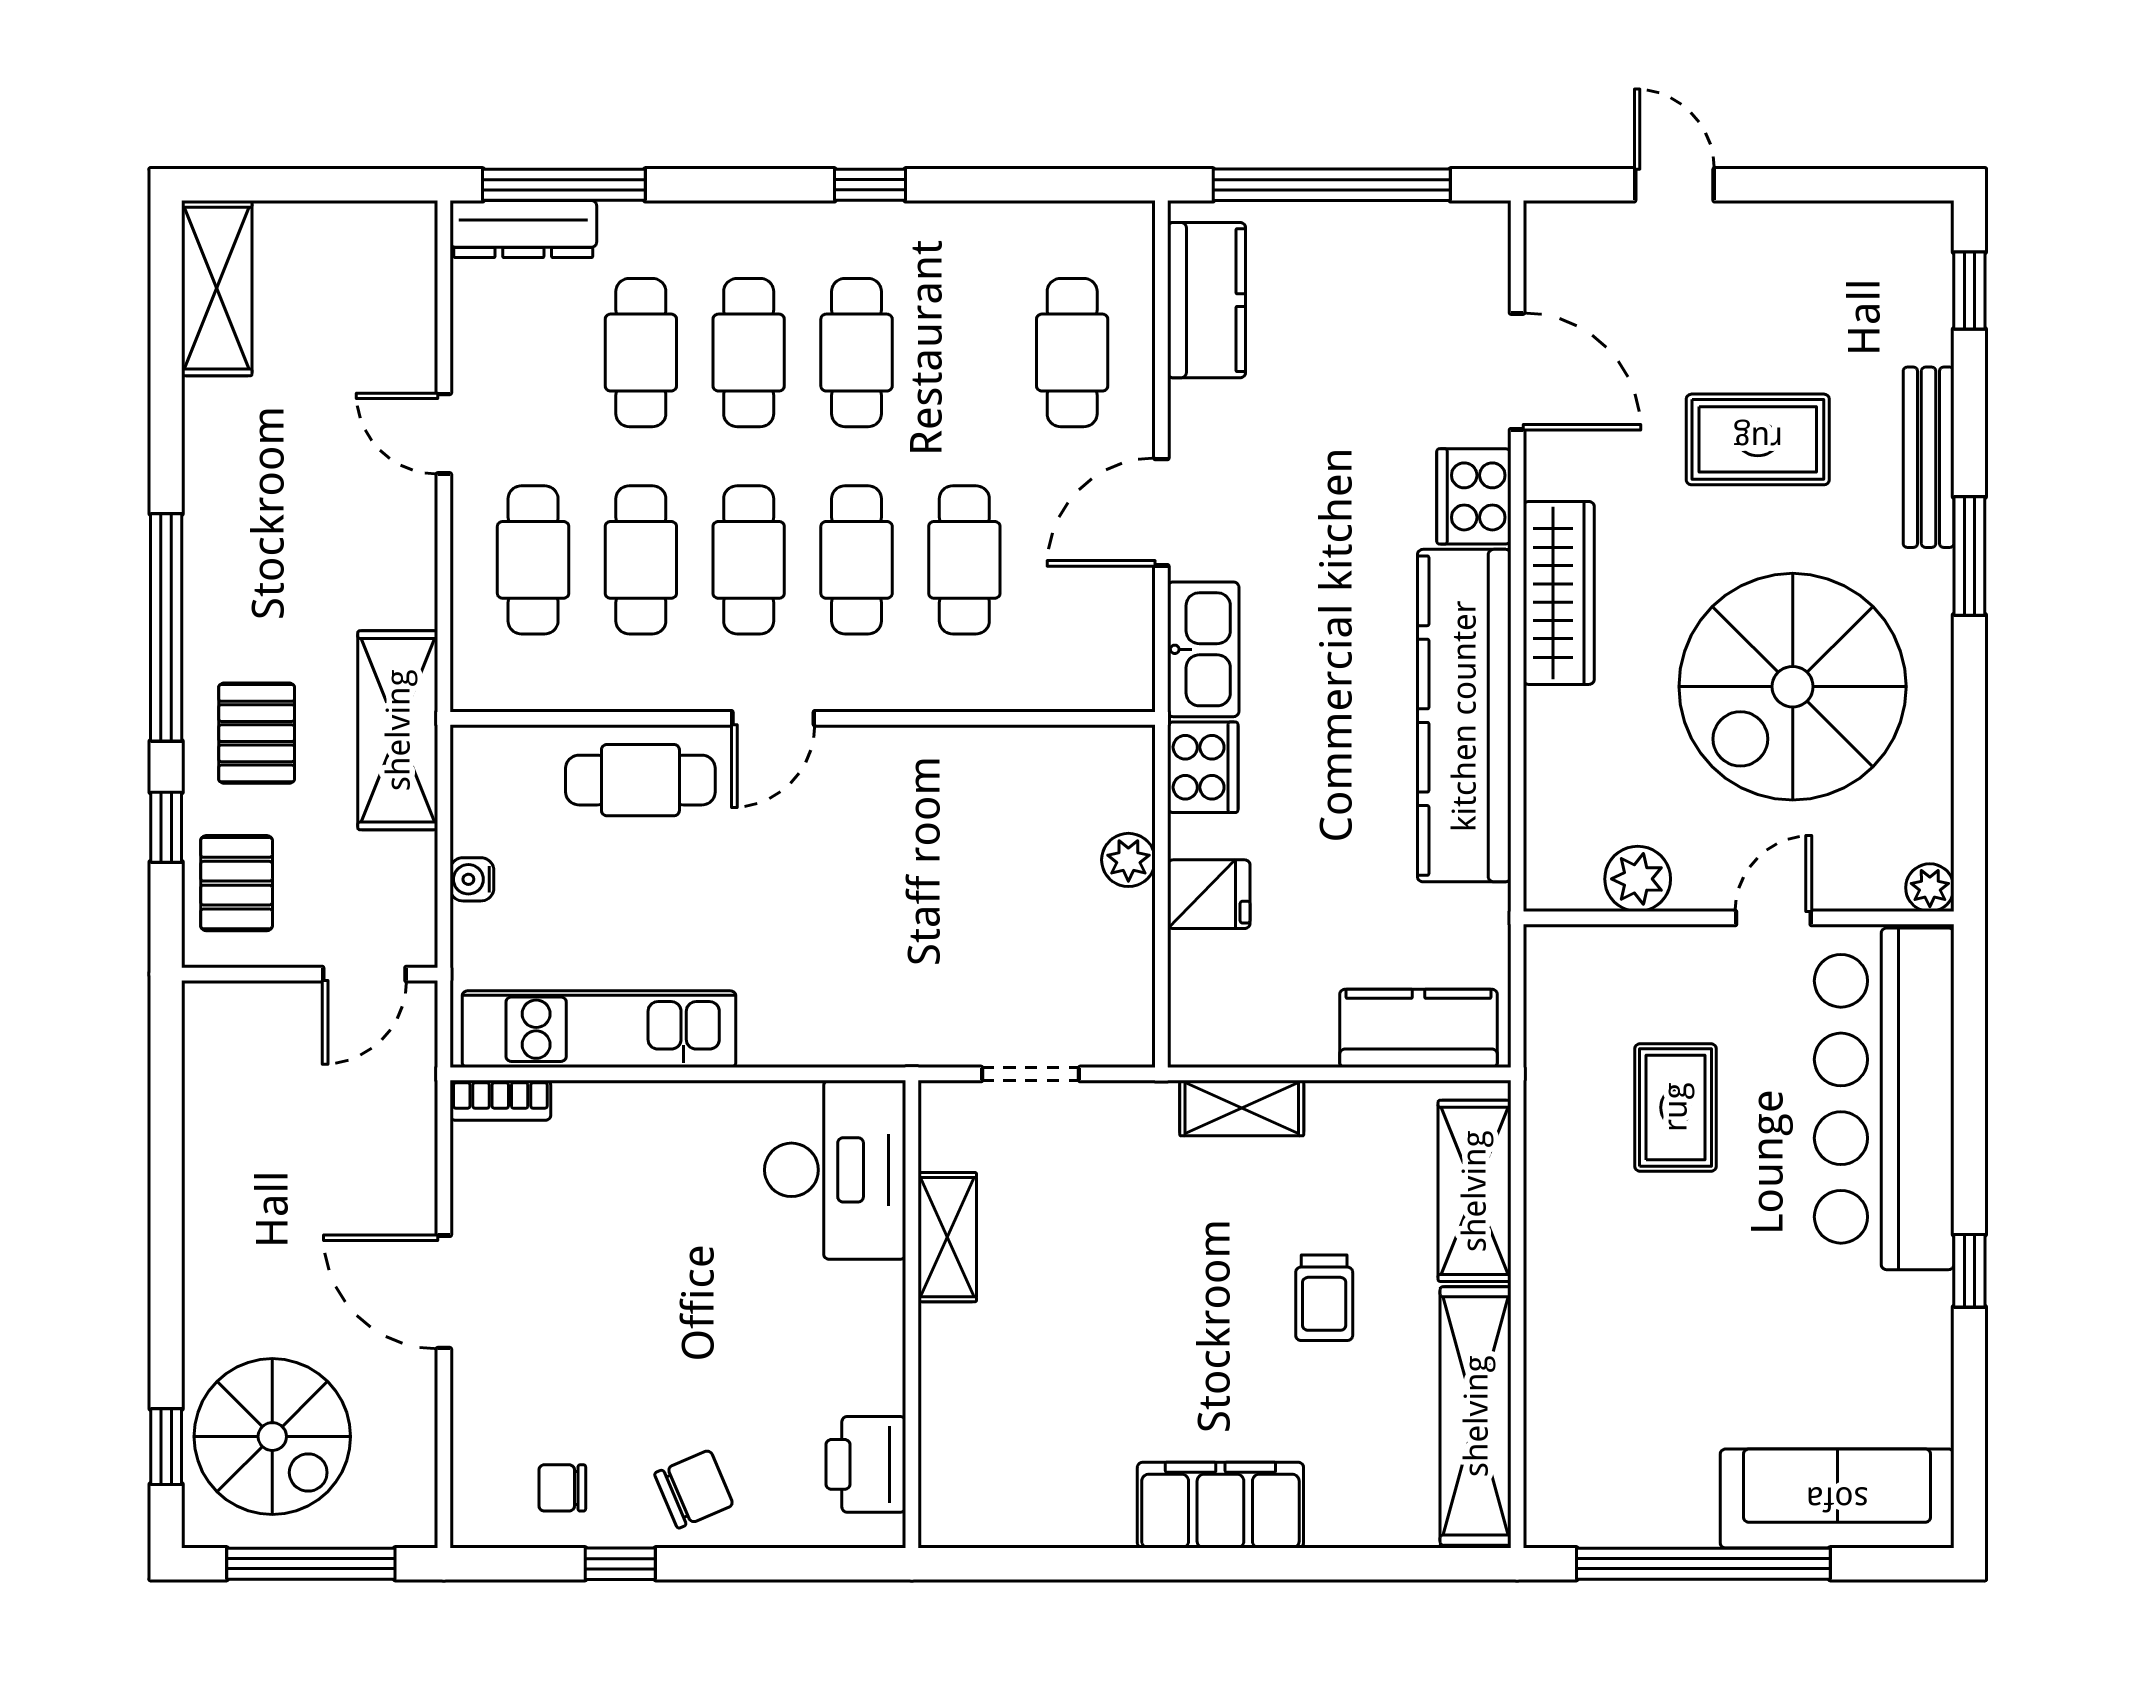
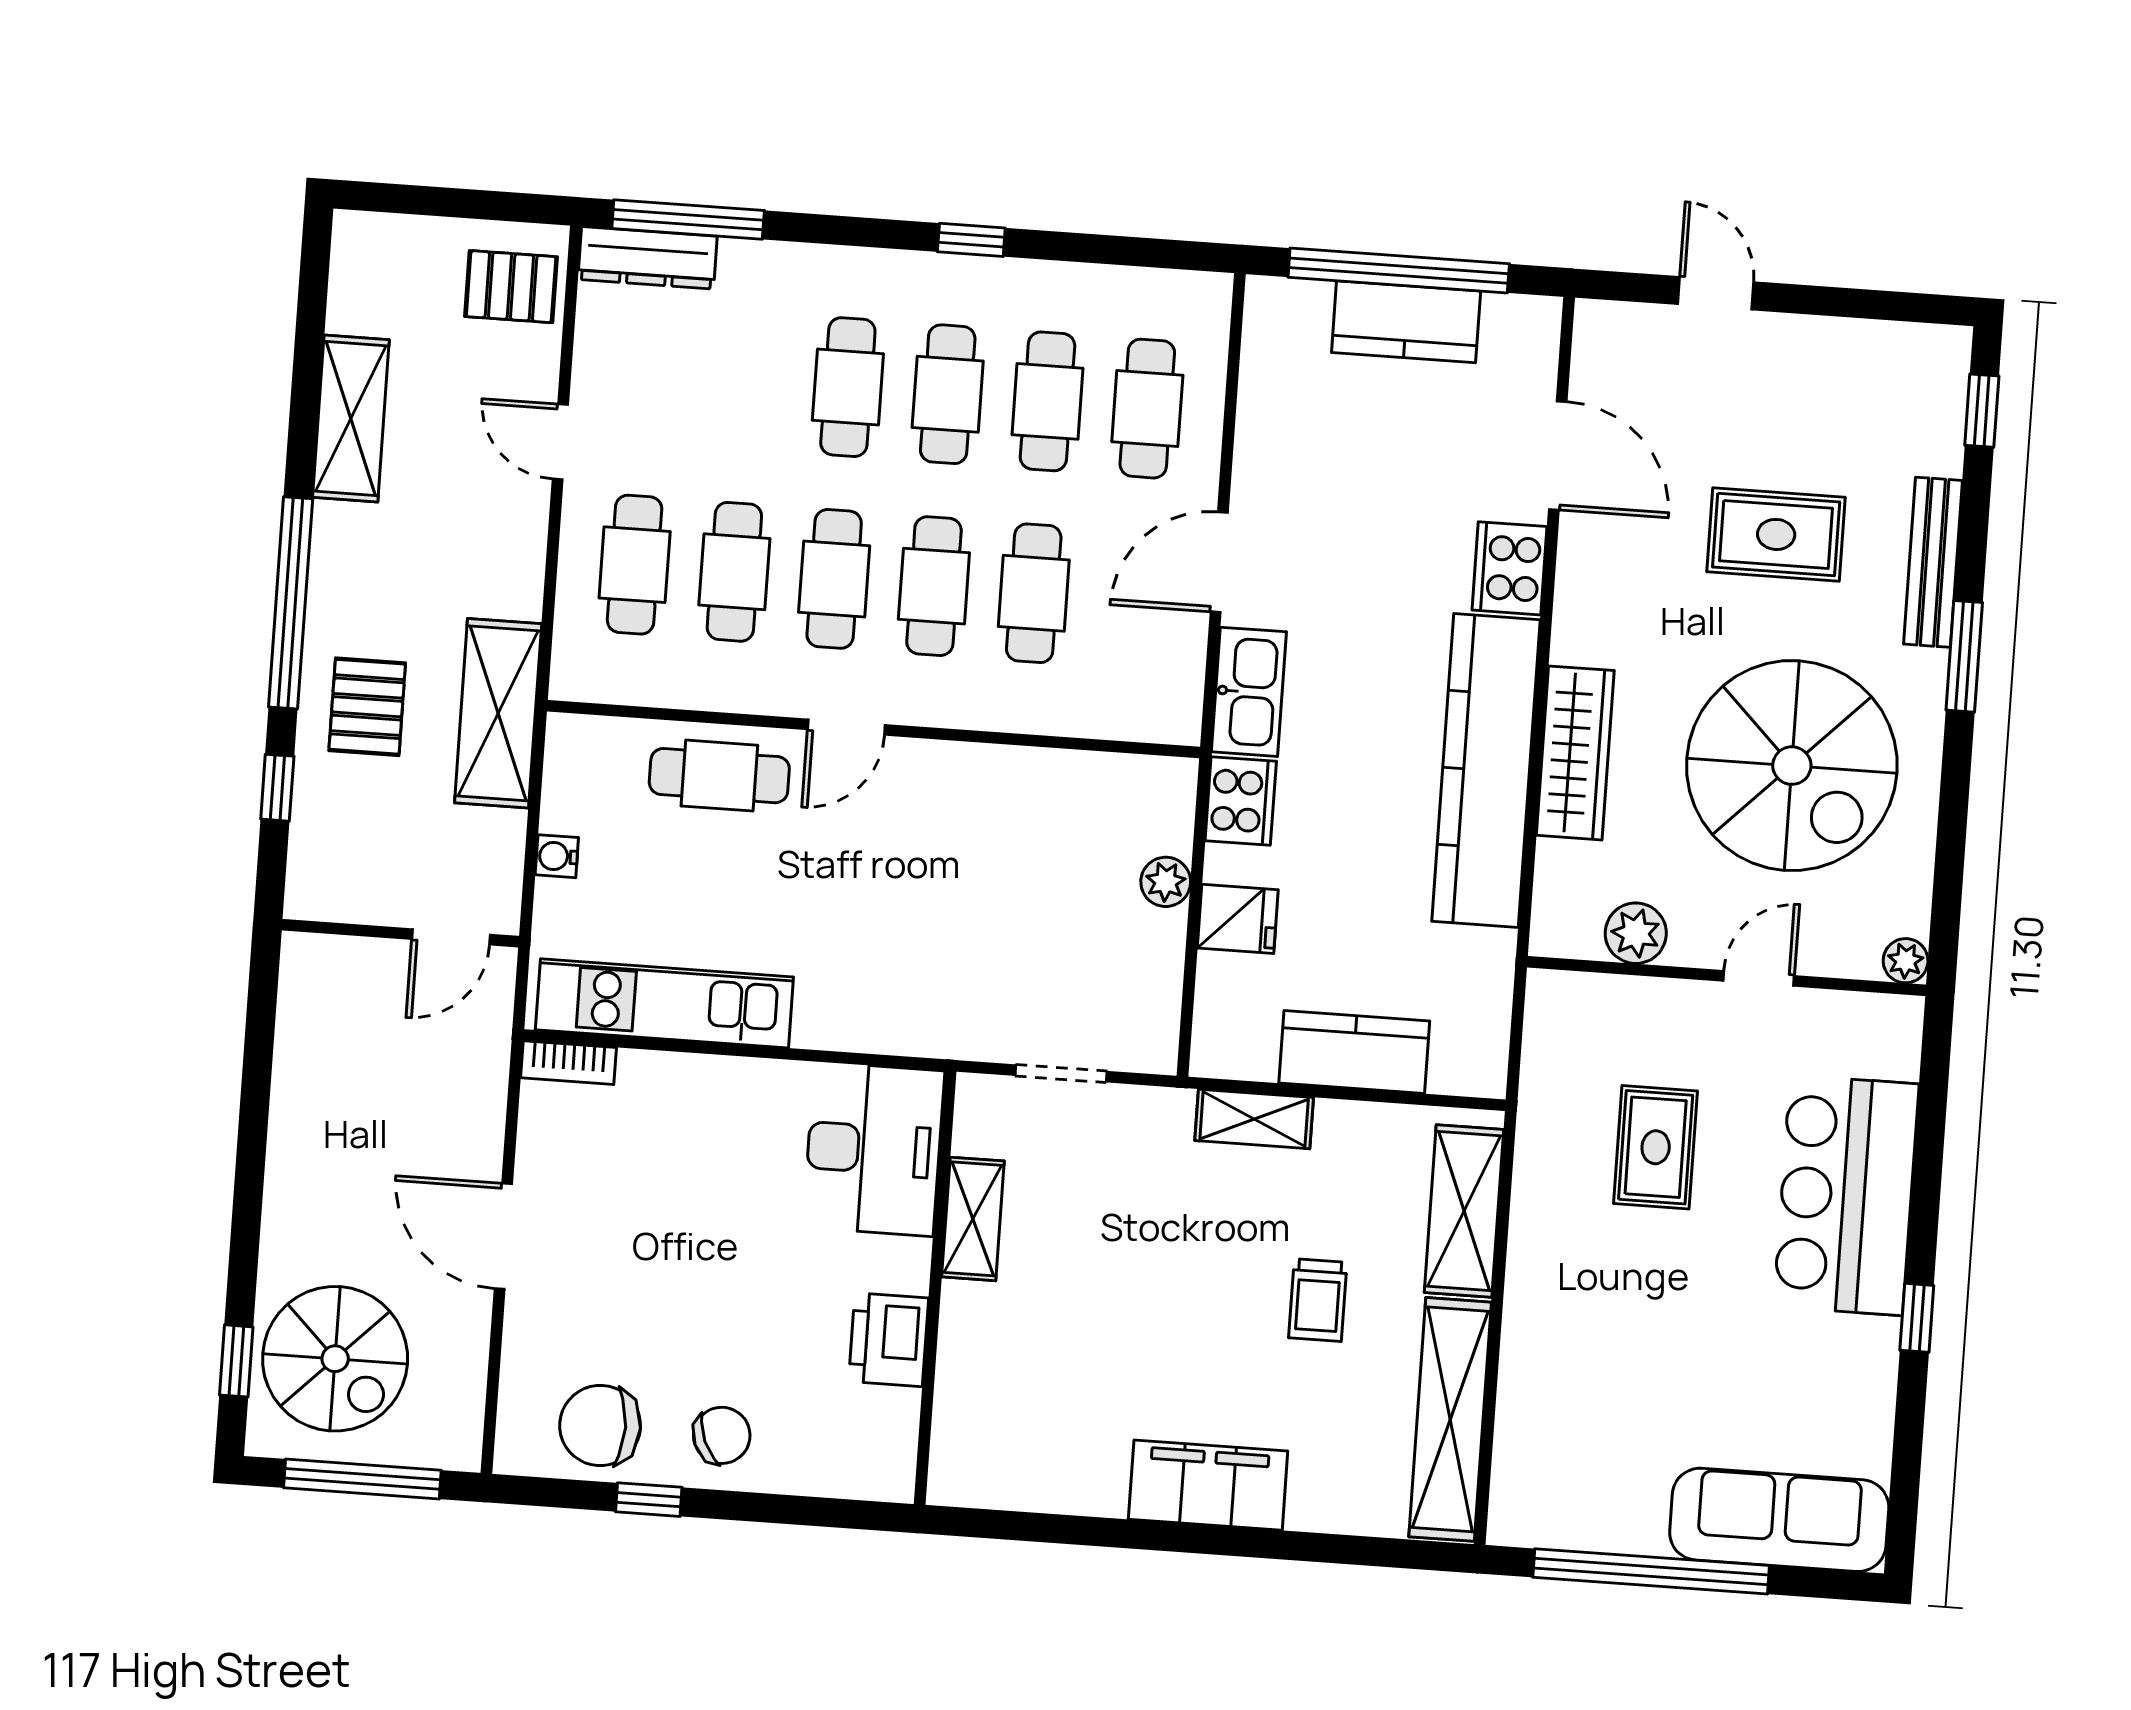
shelving: (217, 288) -> (351, 419), moved
kitchen counter: (1206, 300) -> (1406, 322), moved, turned 90
cafe table: (641, 353) -> (1047, 401), moved
wardrobe: (1559, 593) -> (1575, 753), moved
spiral stairs: (1793, 687) -> (1792, 766), turned -90
pallet: (237, 883) -> (511, 287), moved, turned 90
kitchen counter: (1419, 1028) -> (1354, 1052), moved
bar counter: (1884, 1099) -> (1846, 1195), width x0.73
printer: (866, 1464) -> (889, 1340), moved
chair: (562, 1488) -> (600, 1425), width x1.87, depth x1.87

